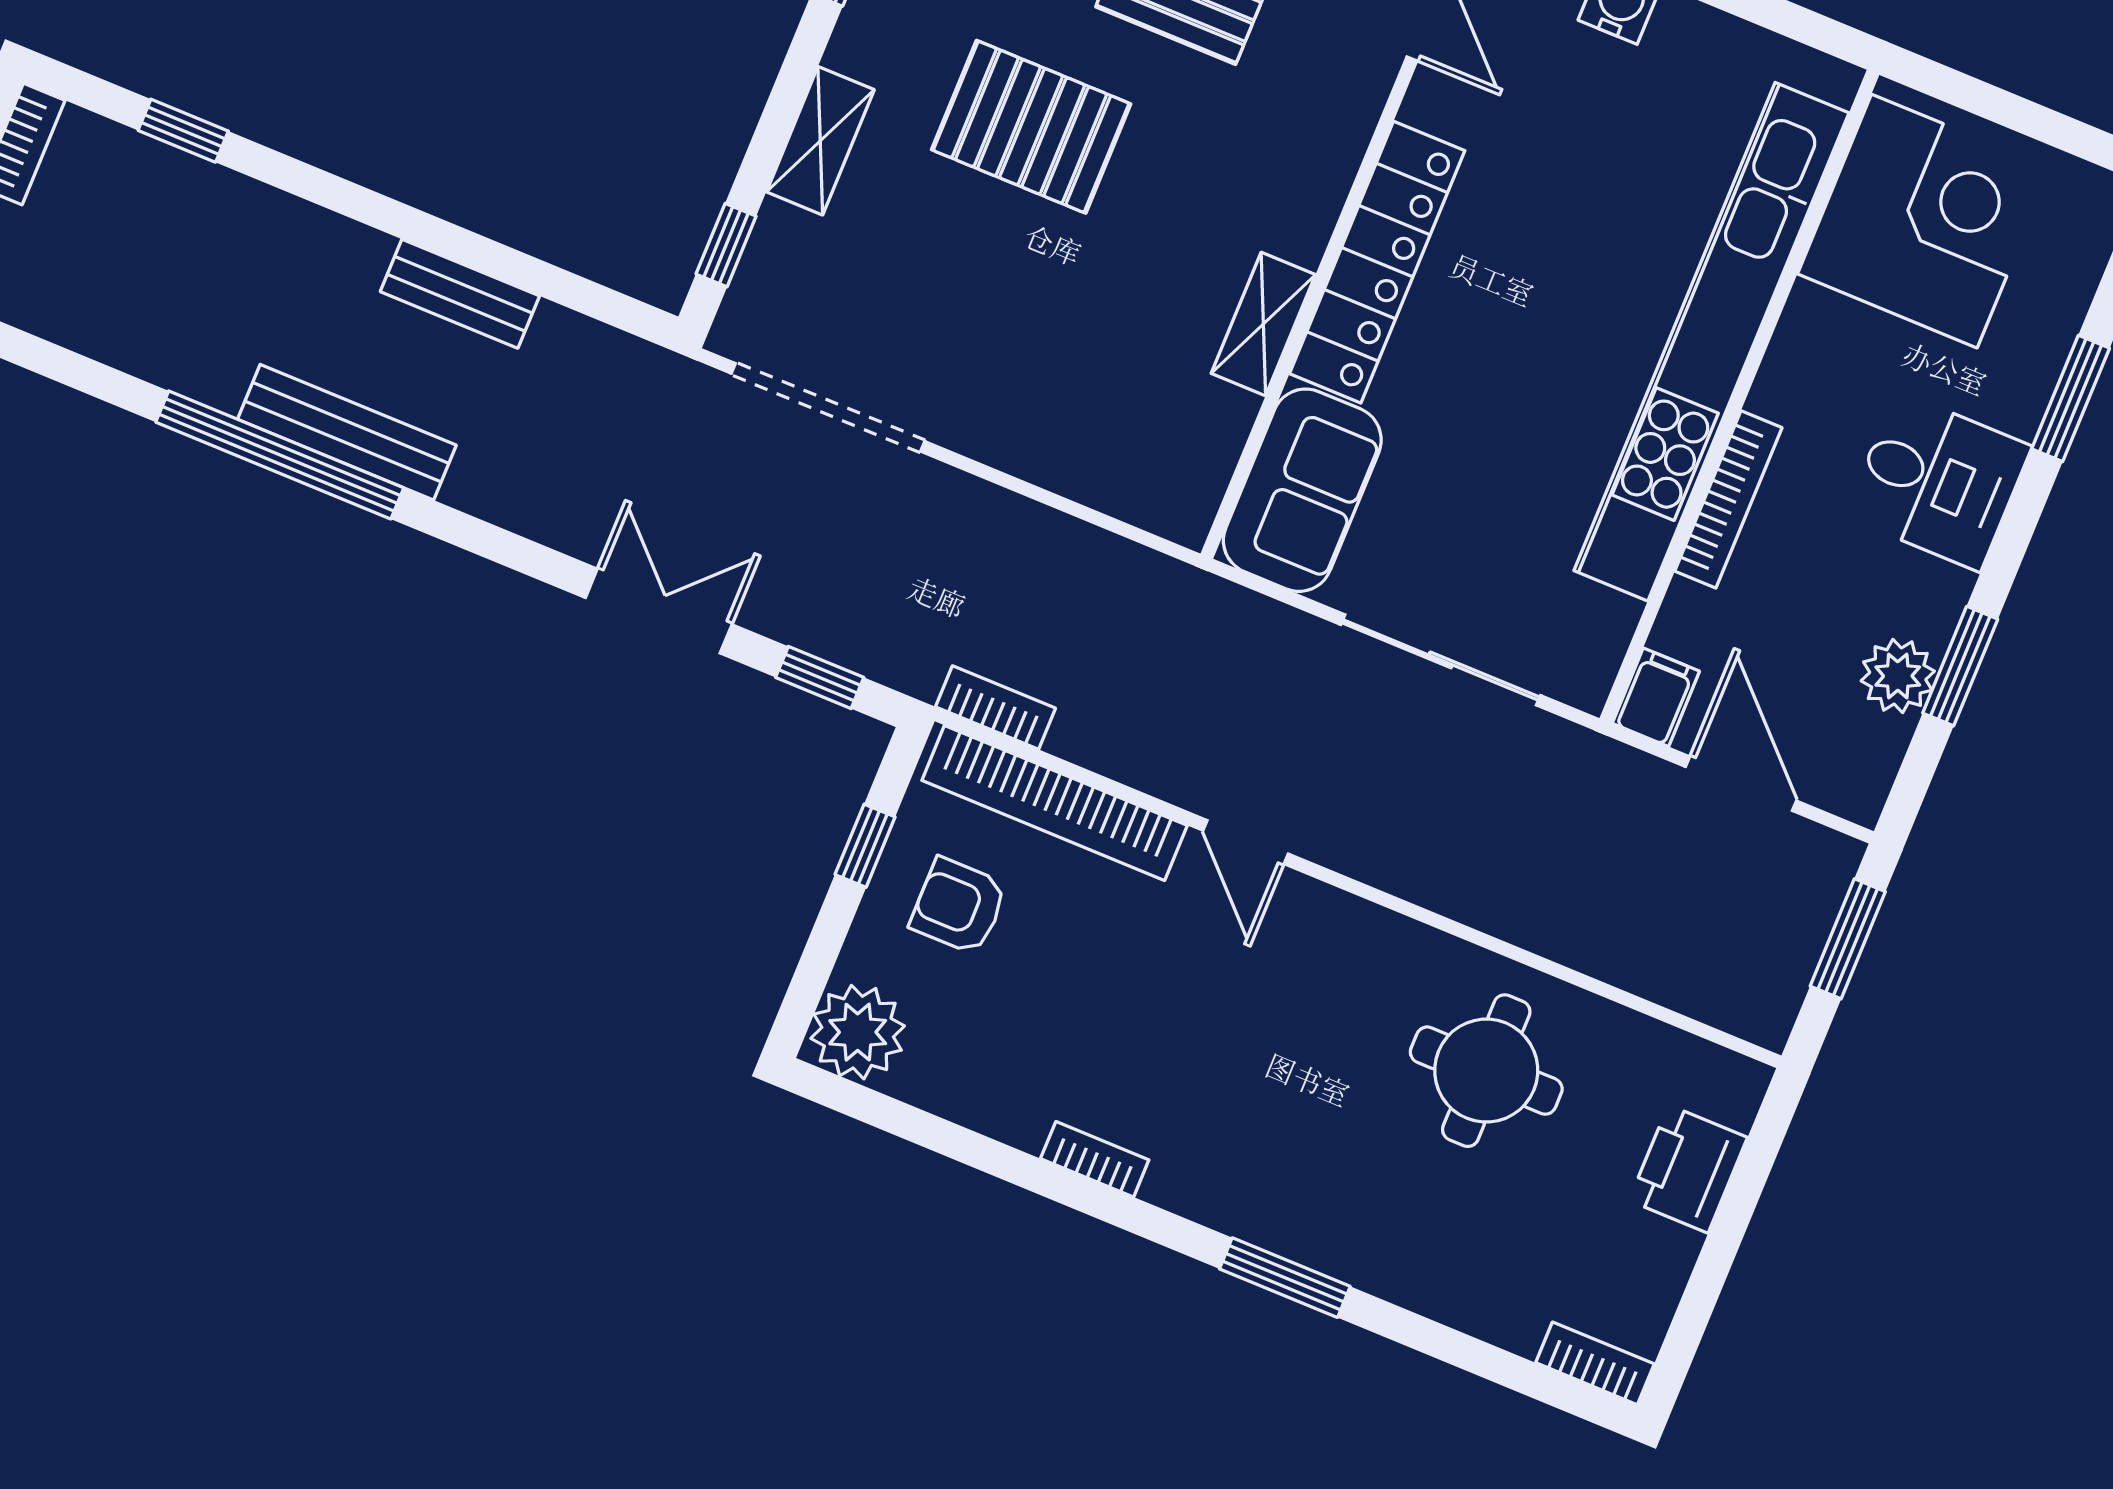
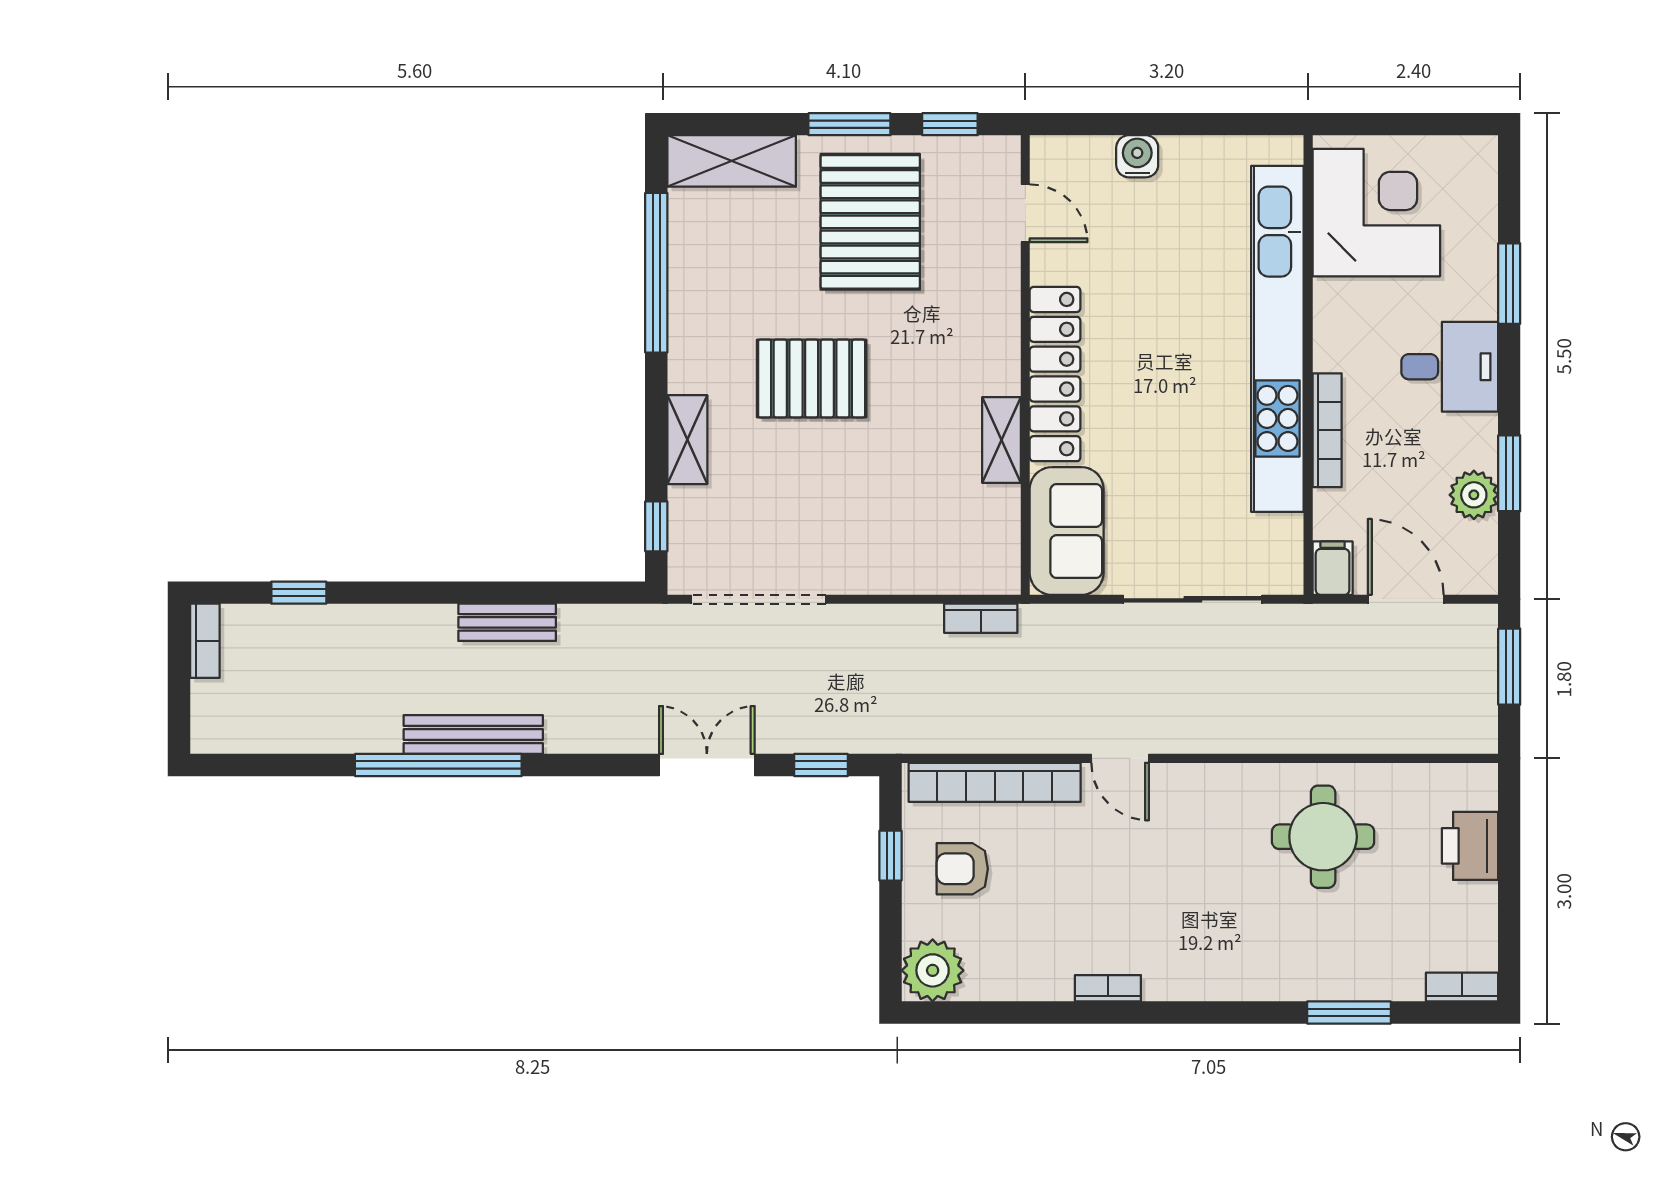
bookcase: (995, 708) -> (981, 618), moved, turned 180
window: (1285, 1278) -> (1349, 1012), moved

